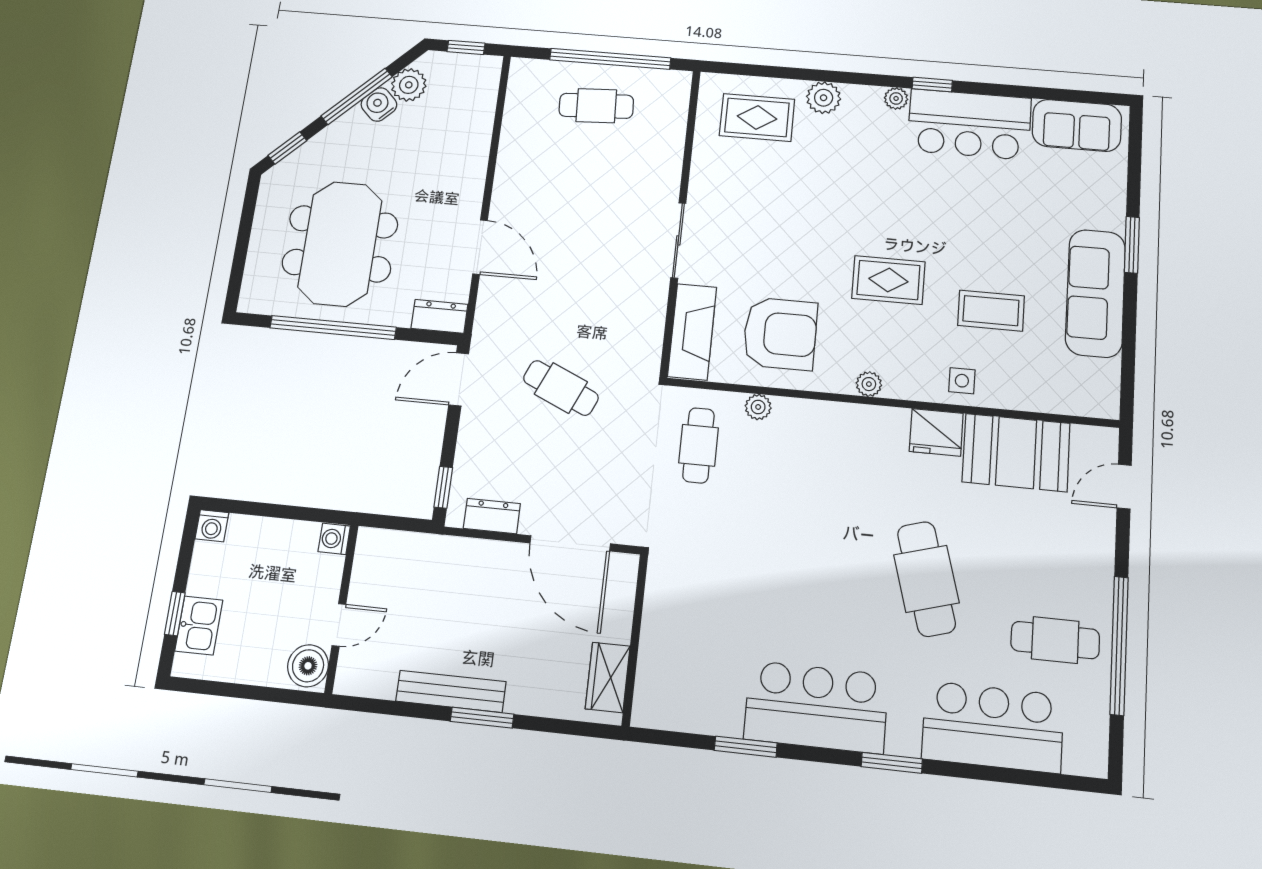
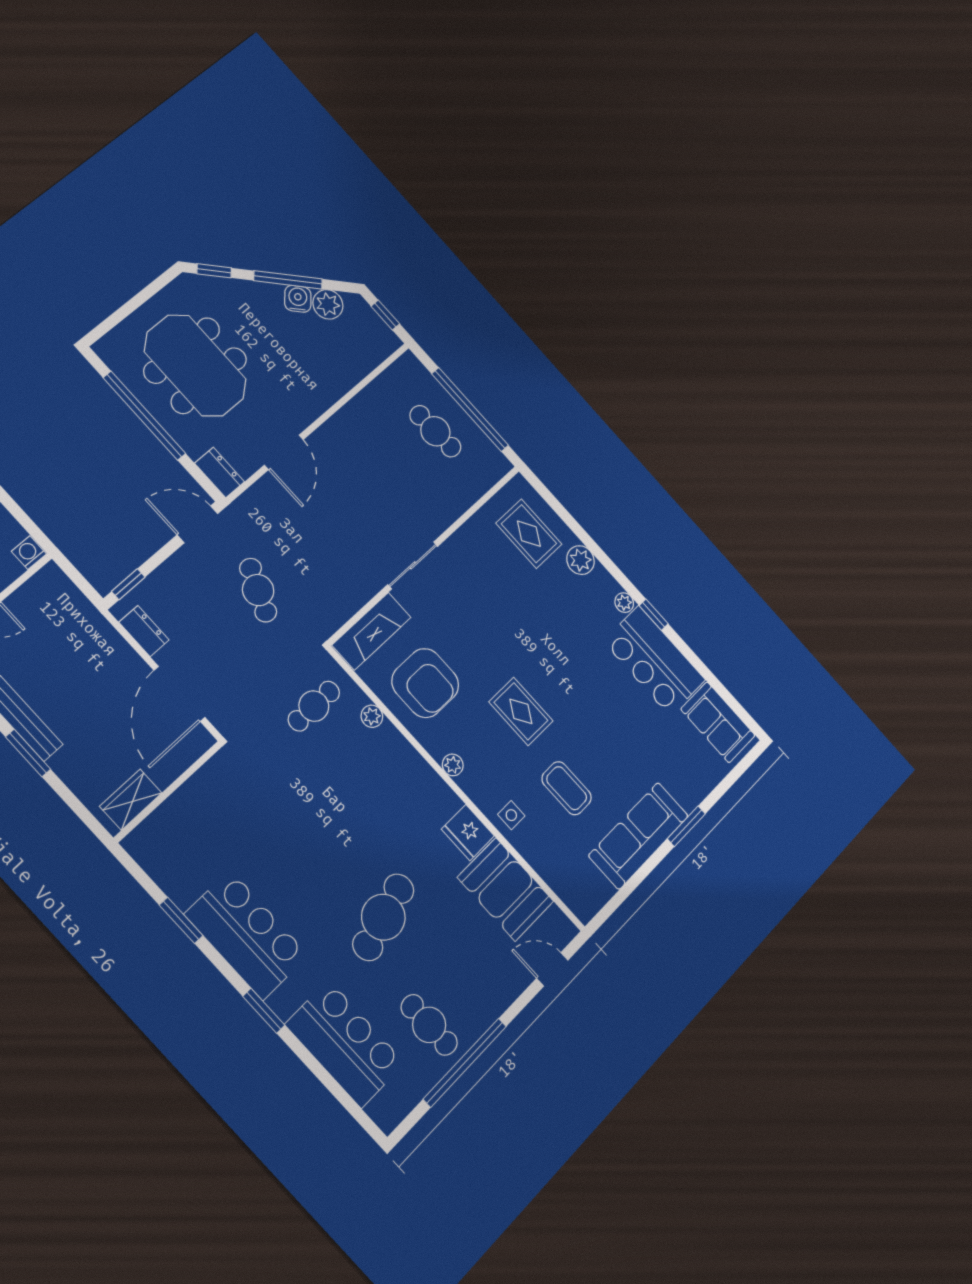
meeting table: (340, 244) -> (195, 366), turned 90

